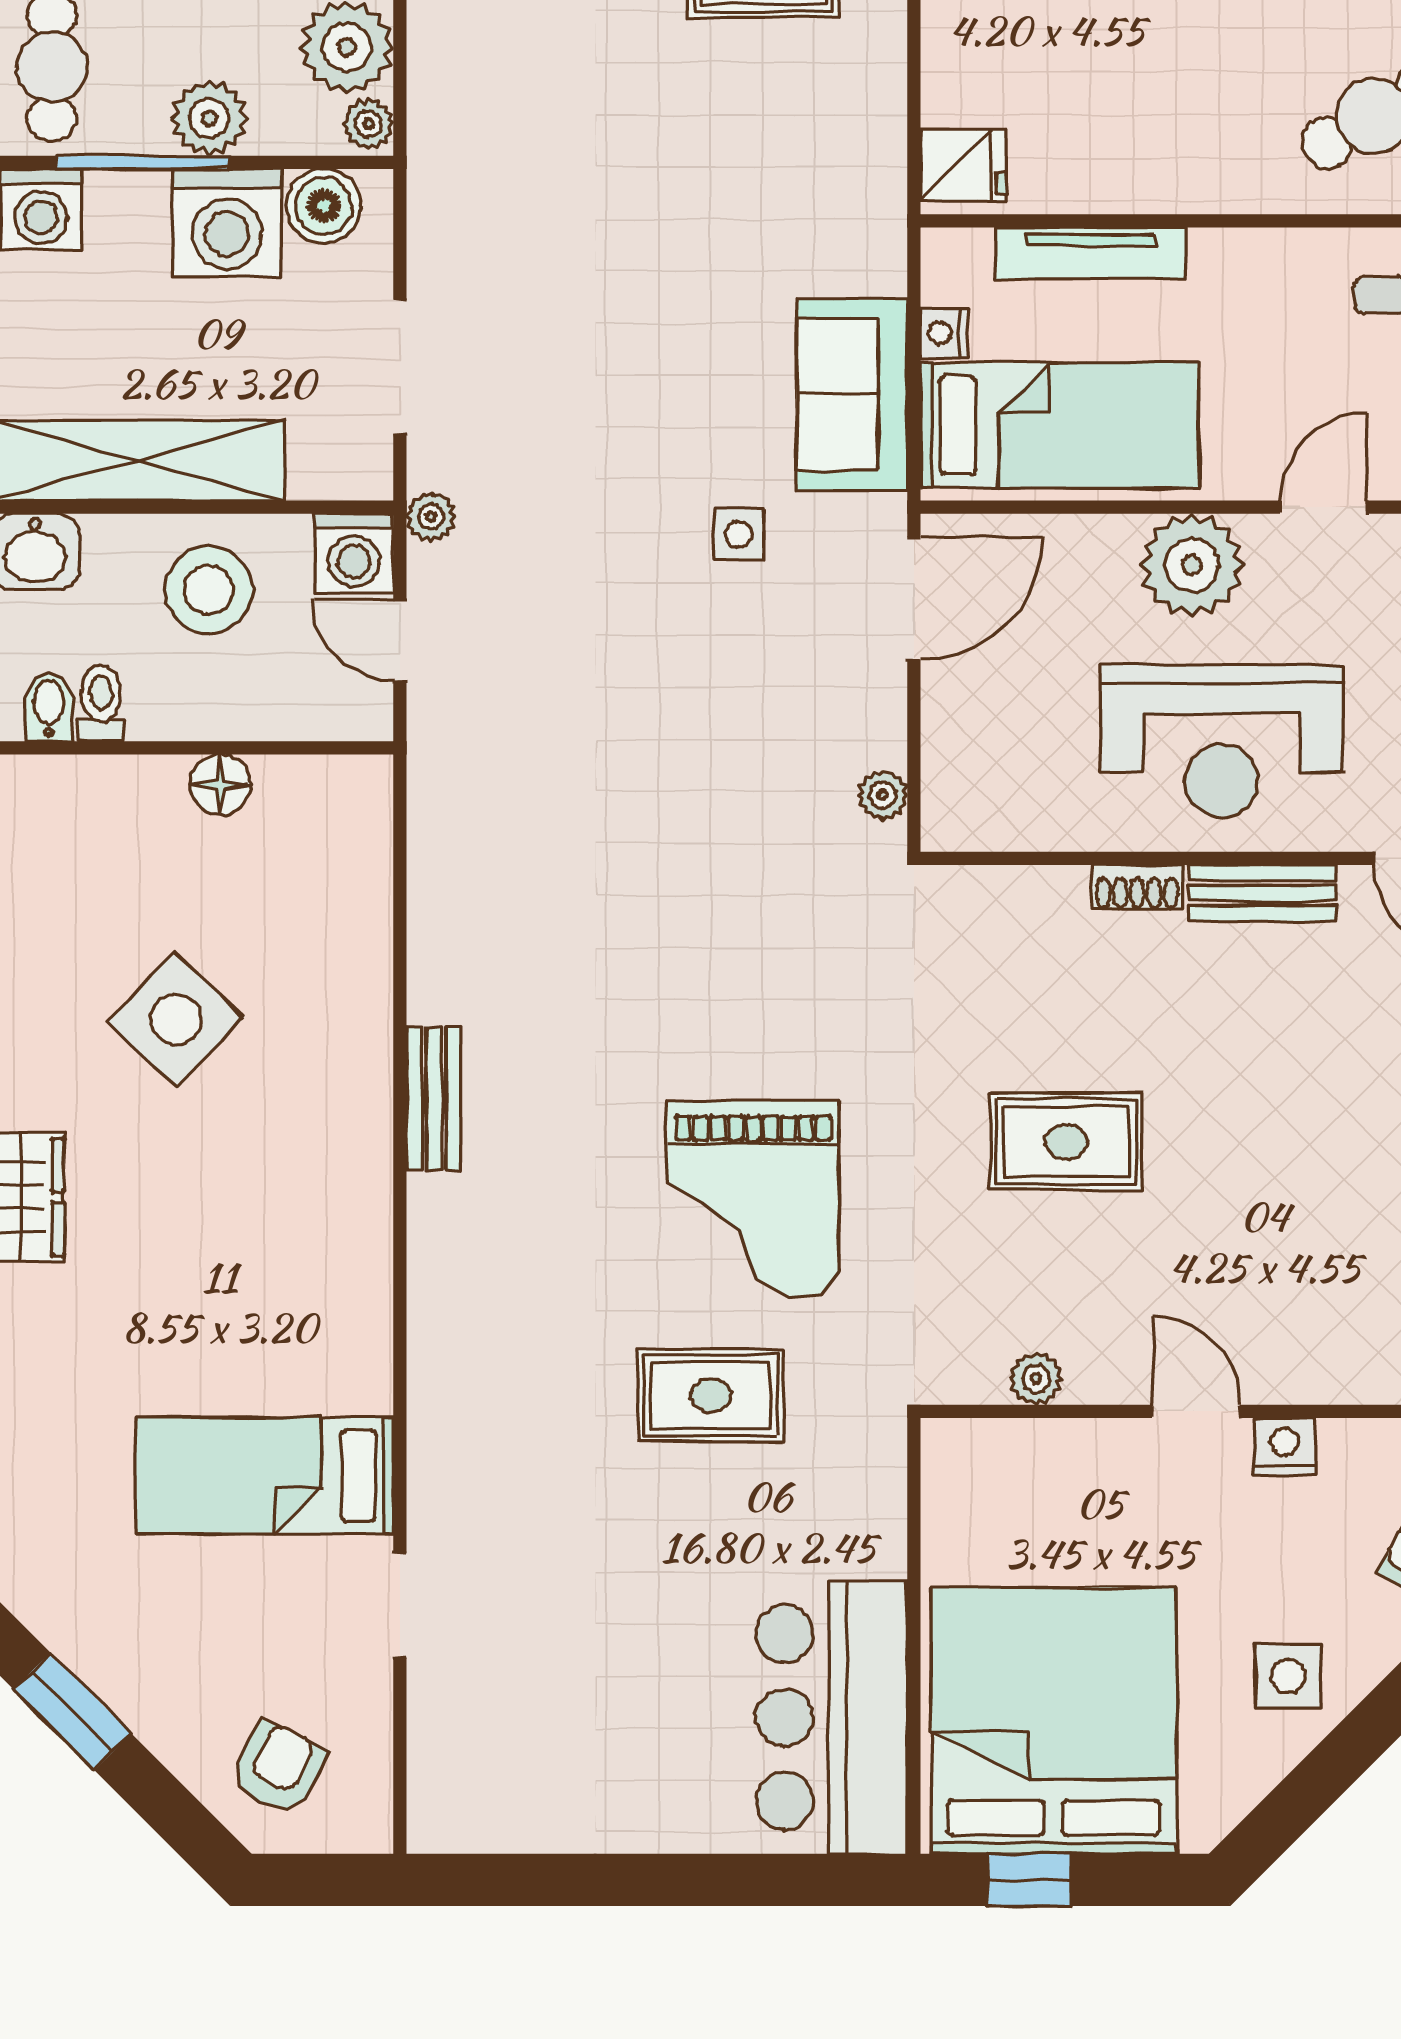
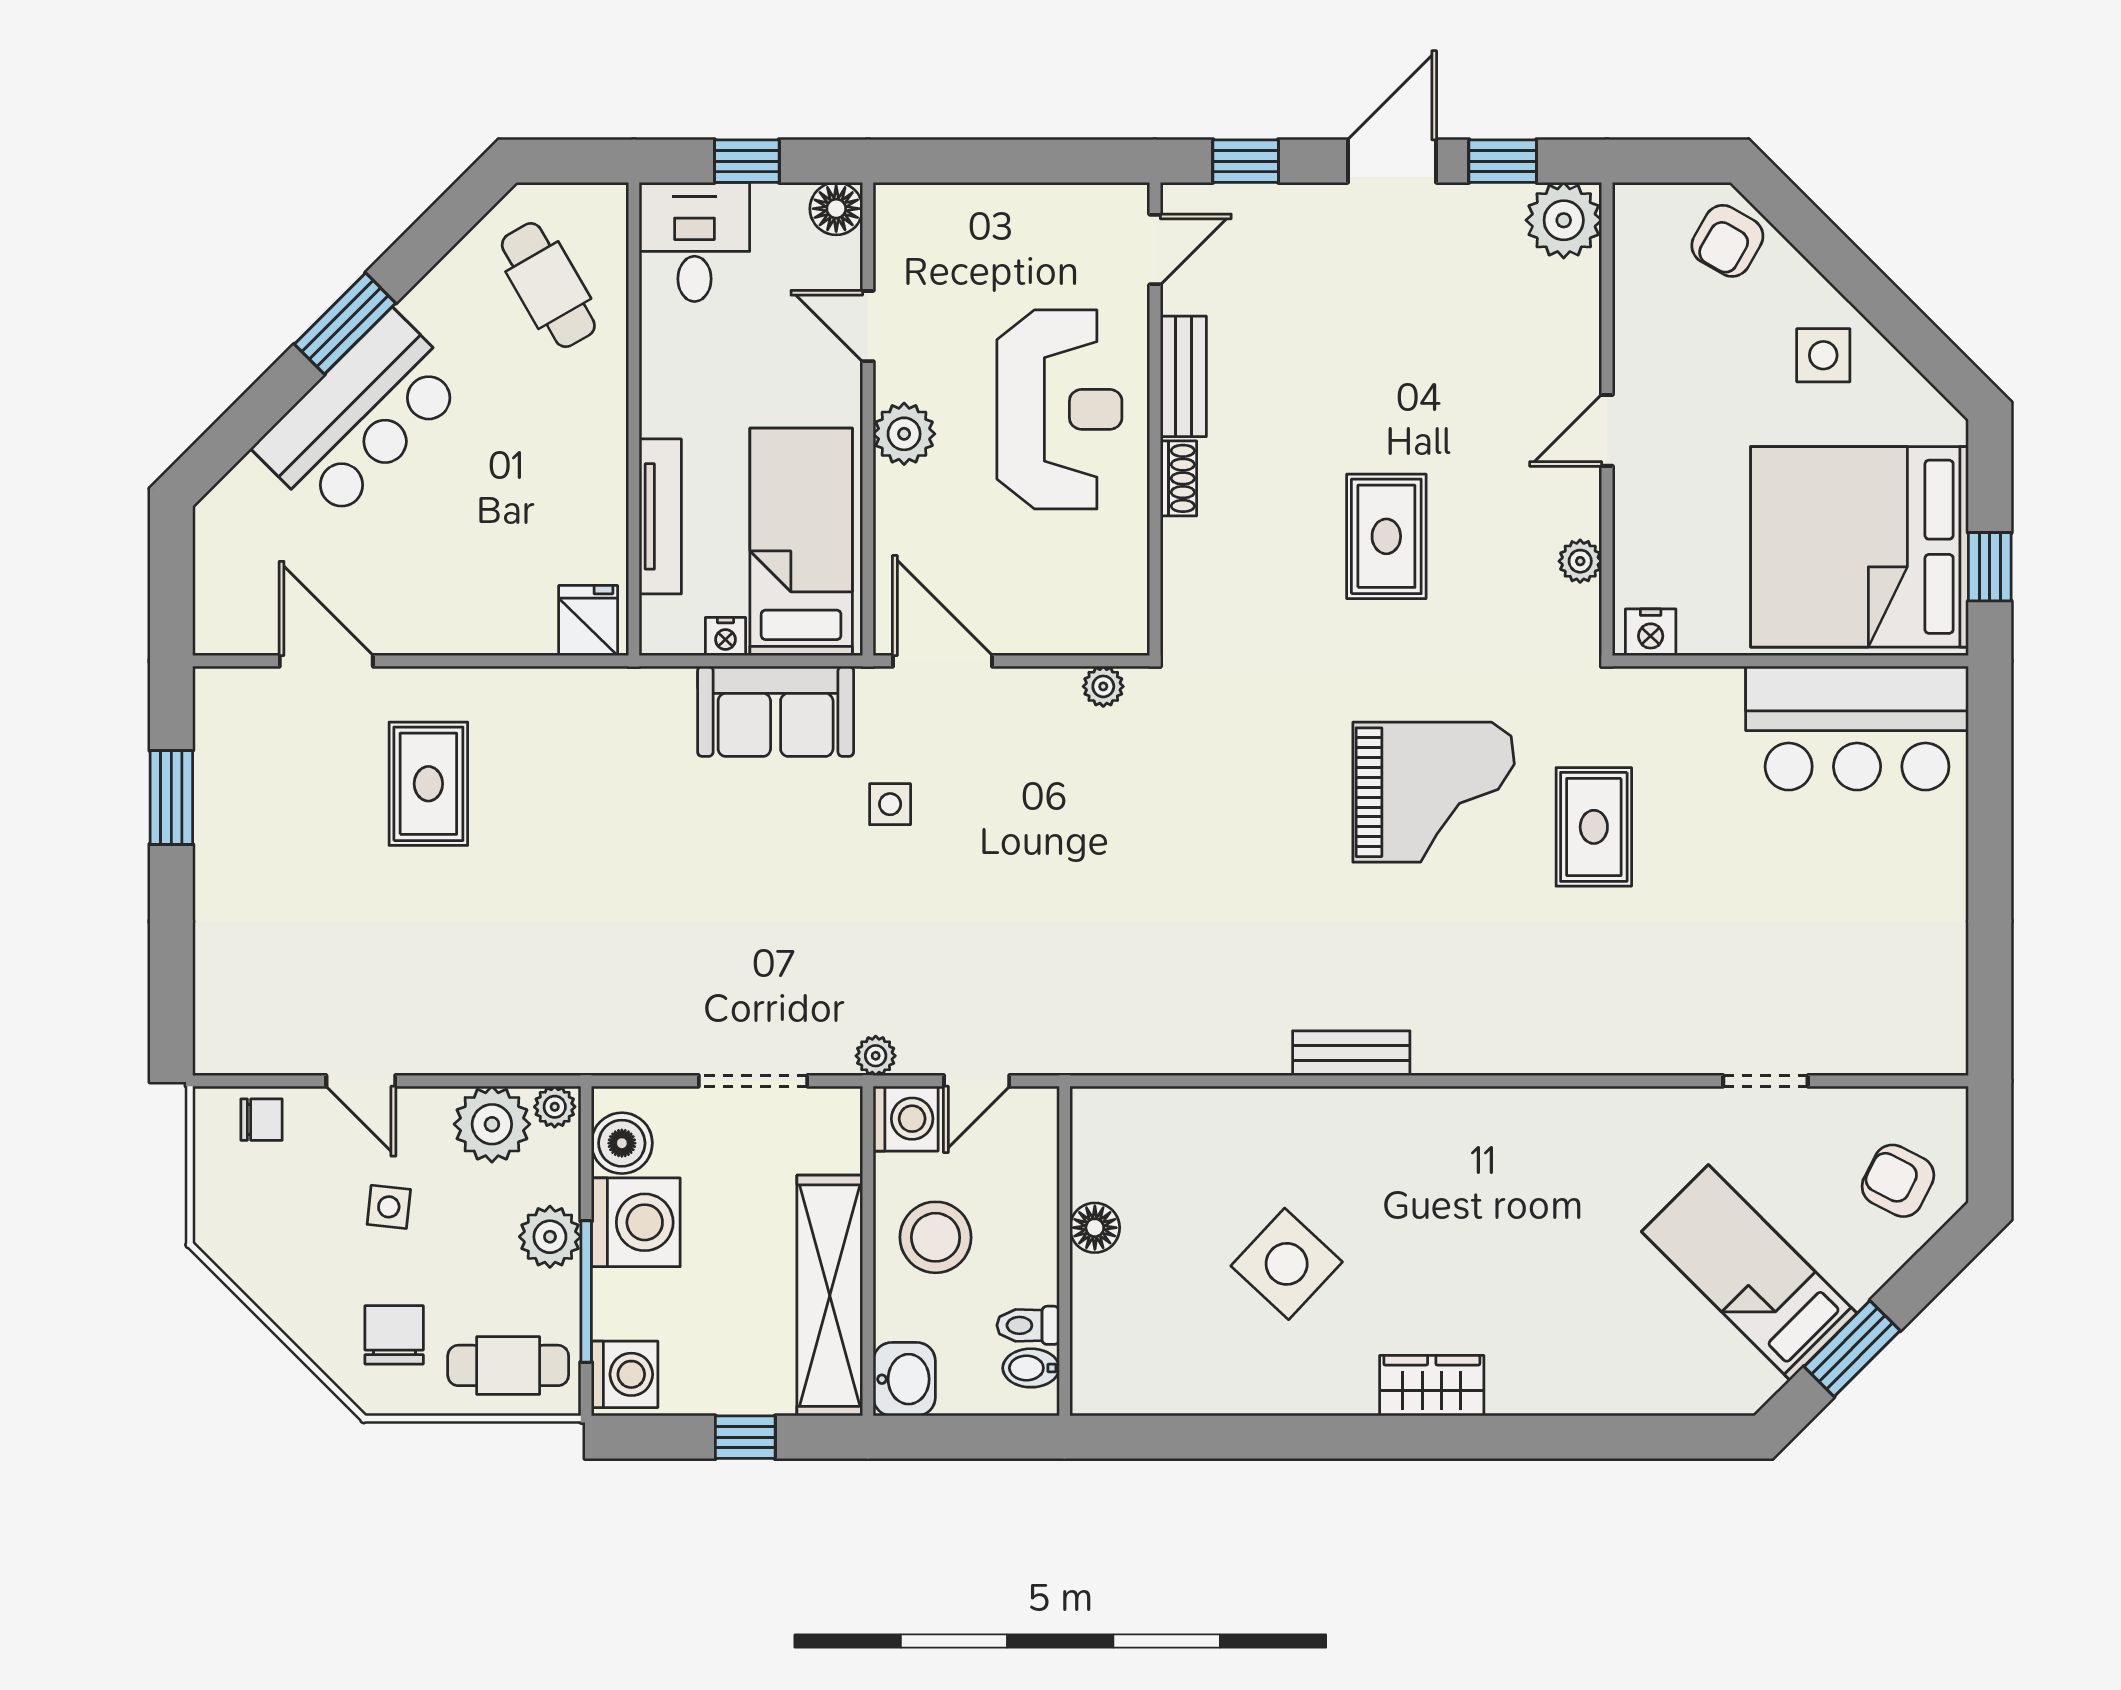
plant: (1192, 565) -> (904, 434), width x0.73, depth x0.73
nightstand: (1285, 1446) -> (1651, 632), moved, turned -90
bed: (265, 1476) -> (1749, 1272), moved, turned 135

